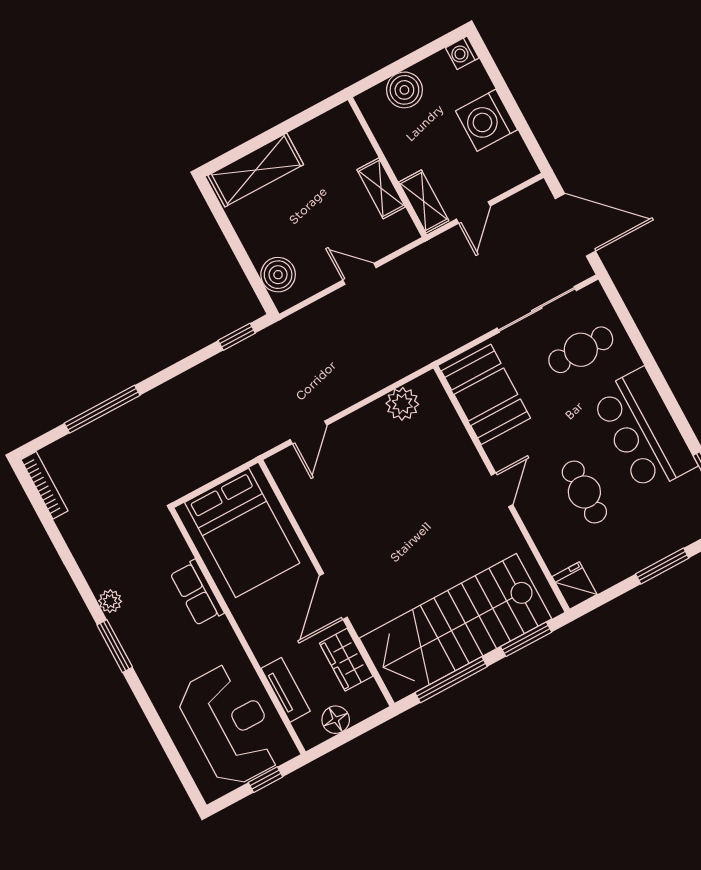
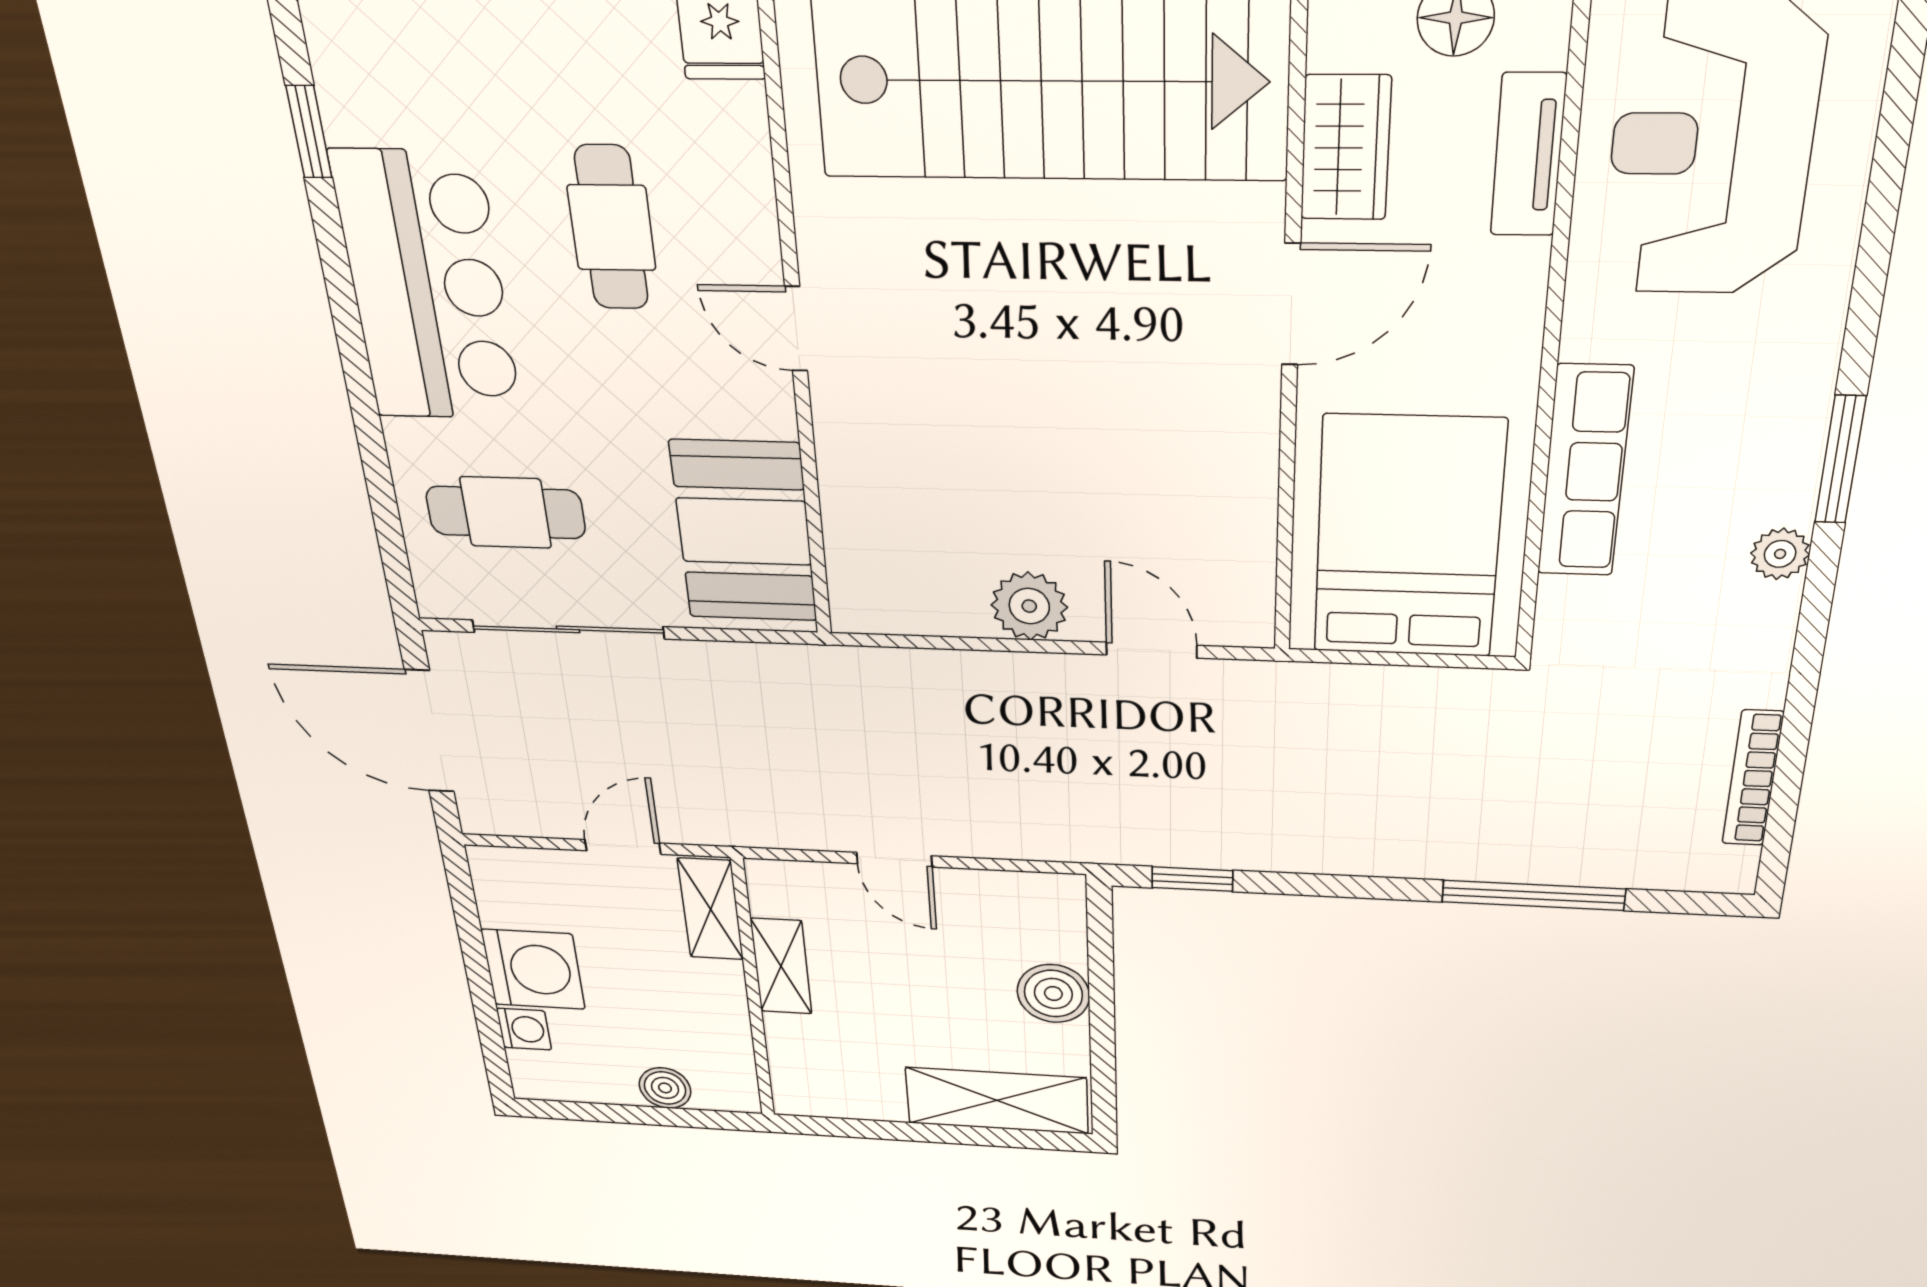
washing machine: (462, 53) -> (524, 1029), moved
boiler: (404, 90) -> (665, 1088), width x0.73, depth x0.73
boiler: (278, 275) -> (1053, 994), moved
plant: (402, 404) -> (1029, 606), moved
door: (308, 432) -> (1151, 650), hinge flipped
bookcase: (44, 485) -> (1753, 778), moved
door: (502, 490) -> (796, 329), hinge flipped
row of seats: (197, 593) -> (1585, 472), width x1.48

